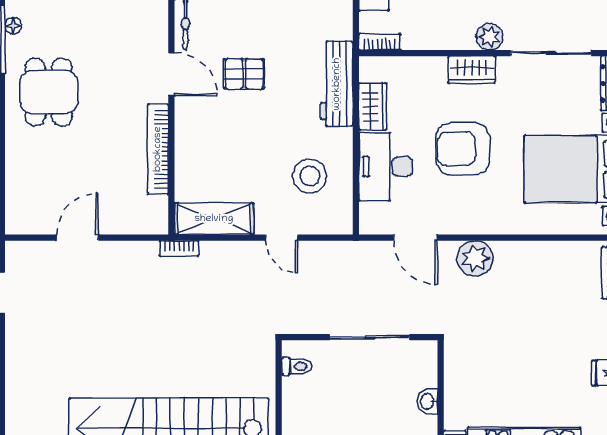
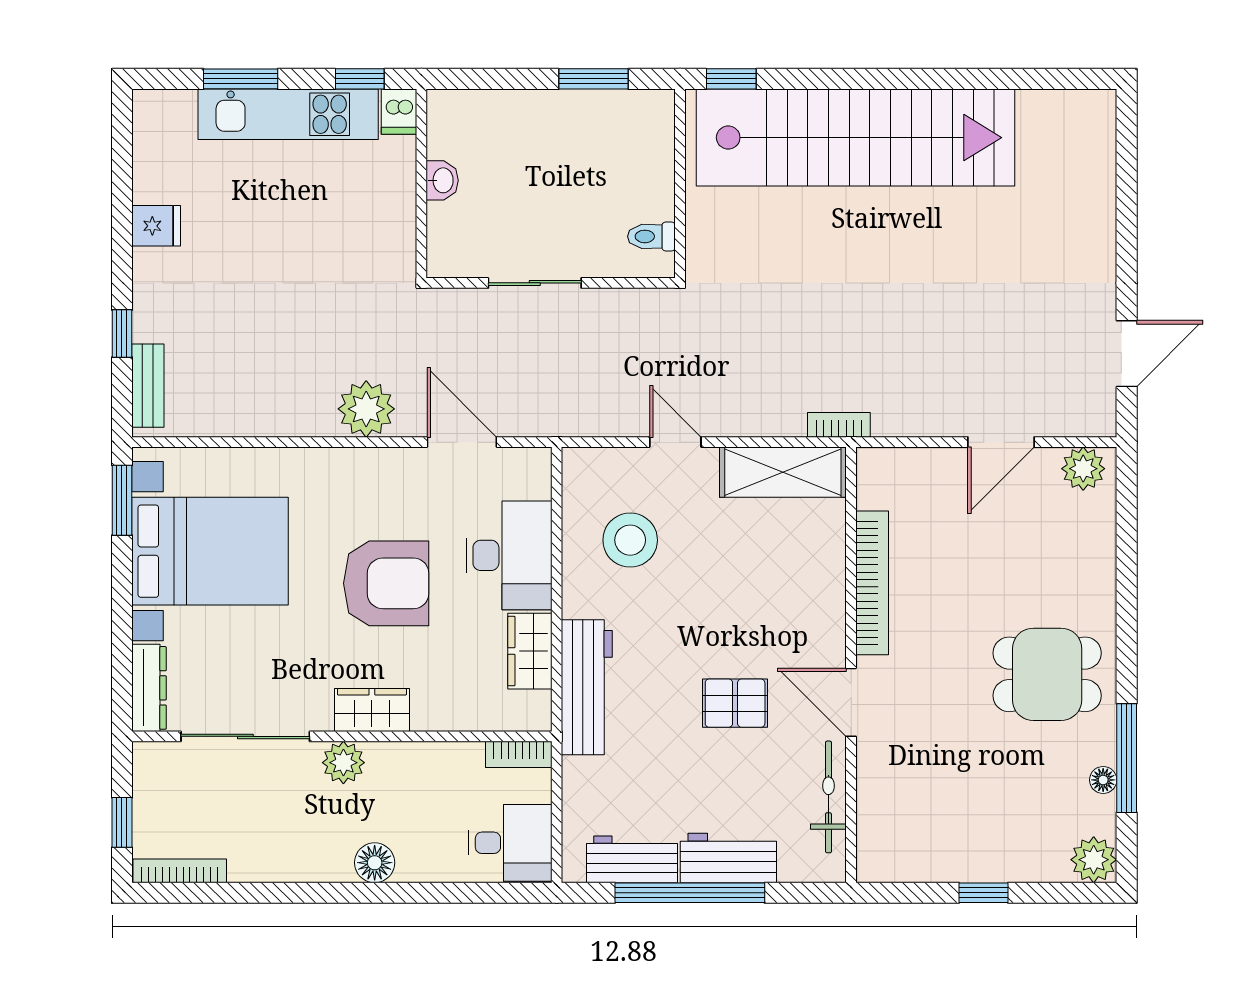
dining table: (49, 92) -> (1047, 674), turned 90
plant: (26, 221) -> (1083, 469), added
sliding door: (370, 337) -> (535, 283), width x0.73

